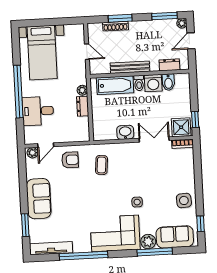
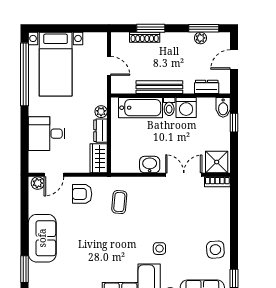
plant: (182, 23) -> (200, 38), moved
bidet: (168, 82) -> (223, 107), moved
window: (18, 92) -> (25, 74), moved
window: (195, 119) -> (234, 123), moved
wardrobe: (82, 129) -> (99, 158), added
armchair: (70, 160) -> (82, 194), turned 180

